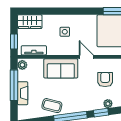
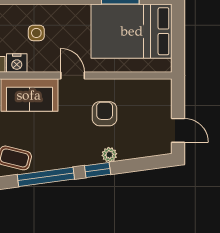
nightstand: (53, 50) -> (17, 63), added

